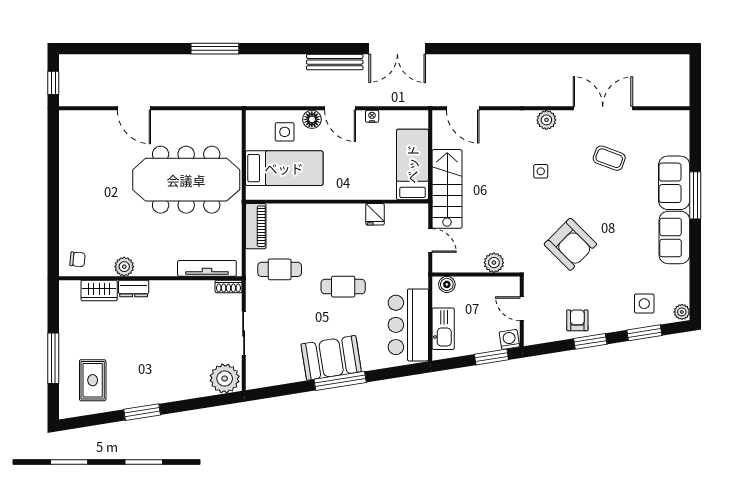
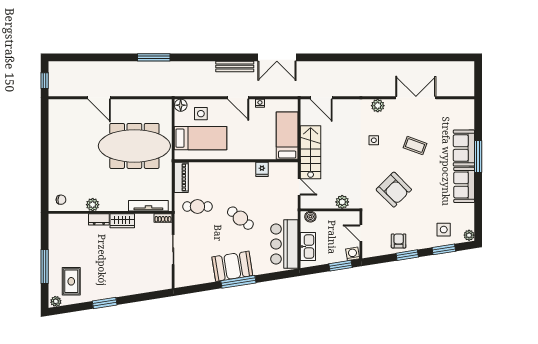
floor lamp: (312, 119) -> (181, 105), moved
coffee table: (609, 158) -> (415, 146), moved
cafe table: (343, 287) -> (240, 218), turned 39
wardrobe: (99, 290) -> (122, 221), moved
plant: (225, 379) -> (56, 301), moved, width x0.53, depth x0.53

